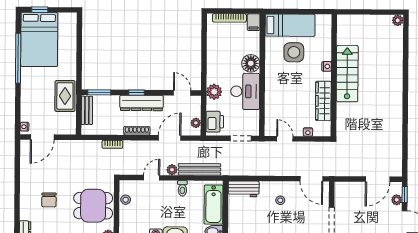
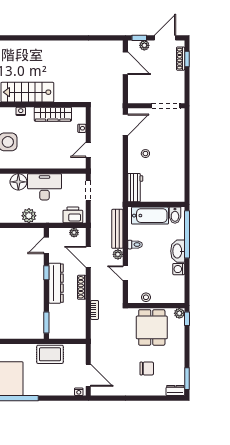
plant: (214, 92) -> (29, 216), moved
window: (136, 93) -> (46, 273), moved
bench: (87, 110) -> (63, 334), removed

